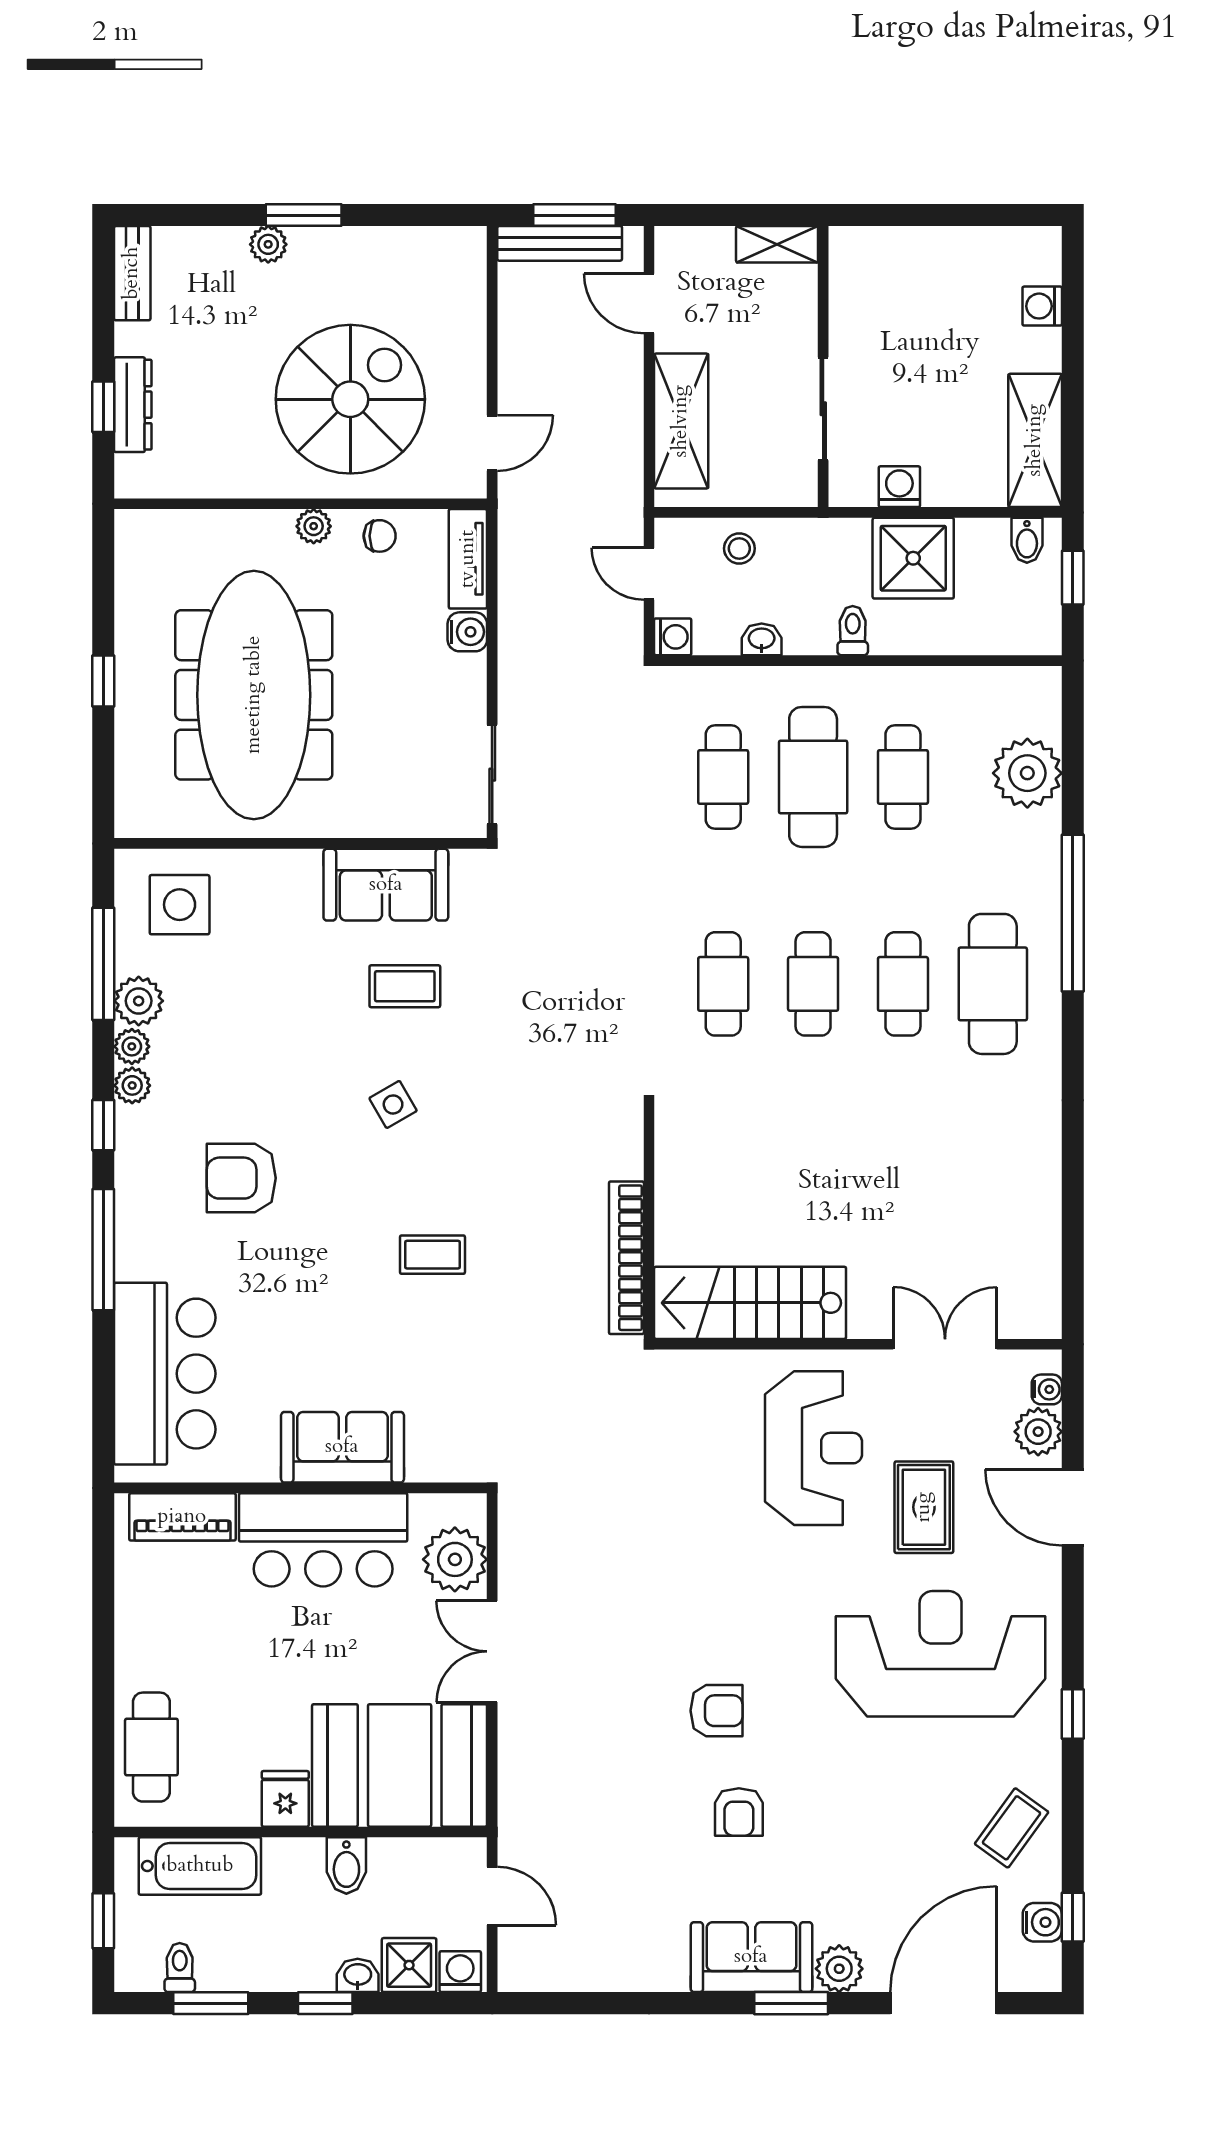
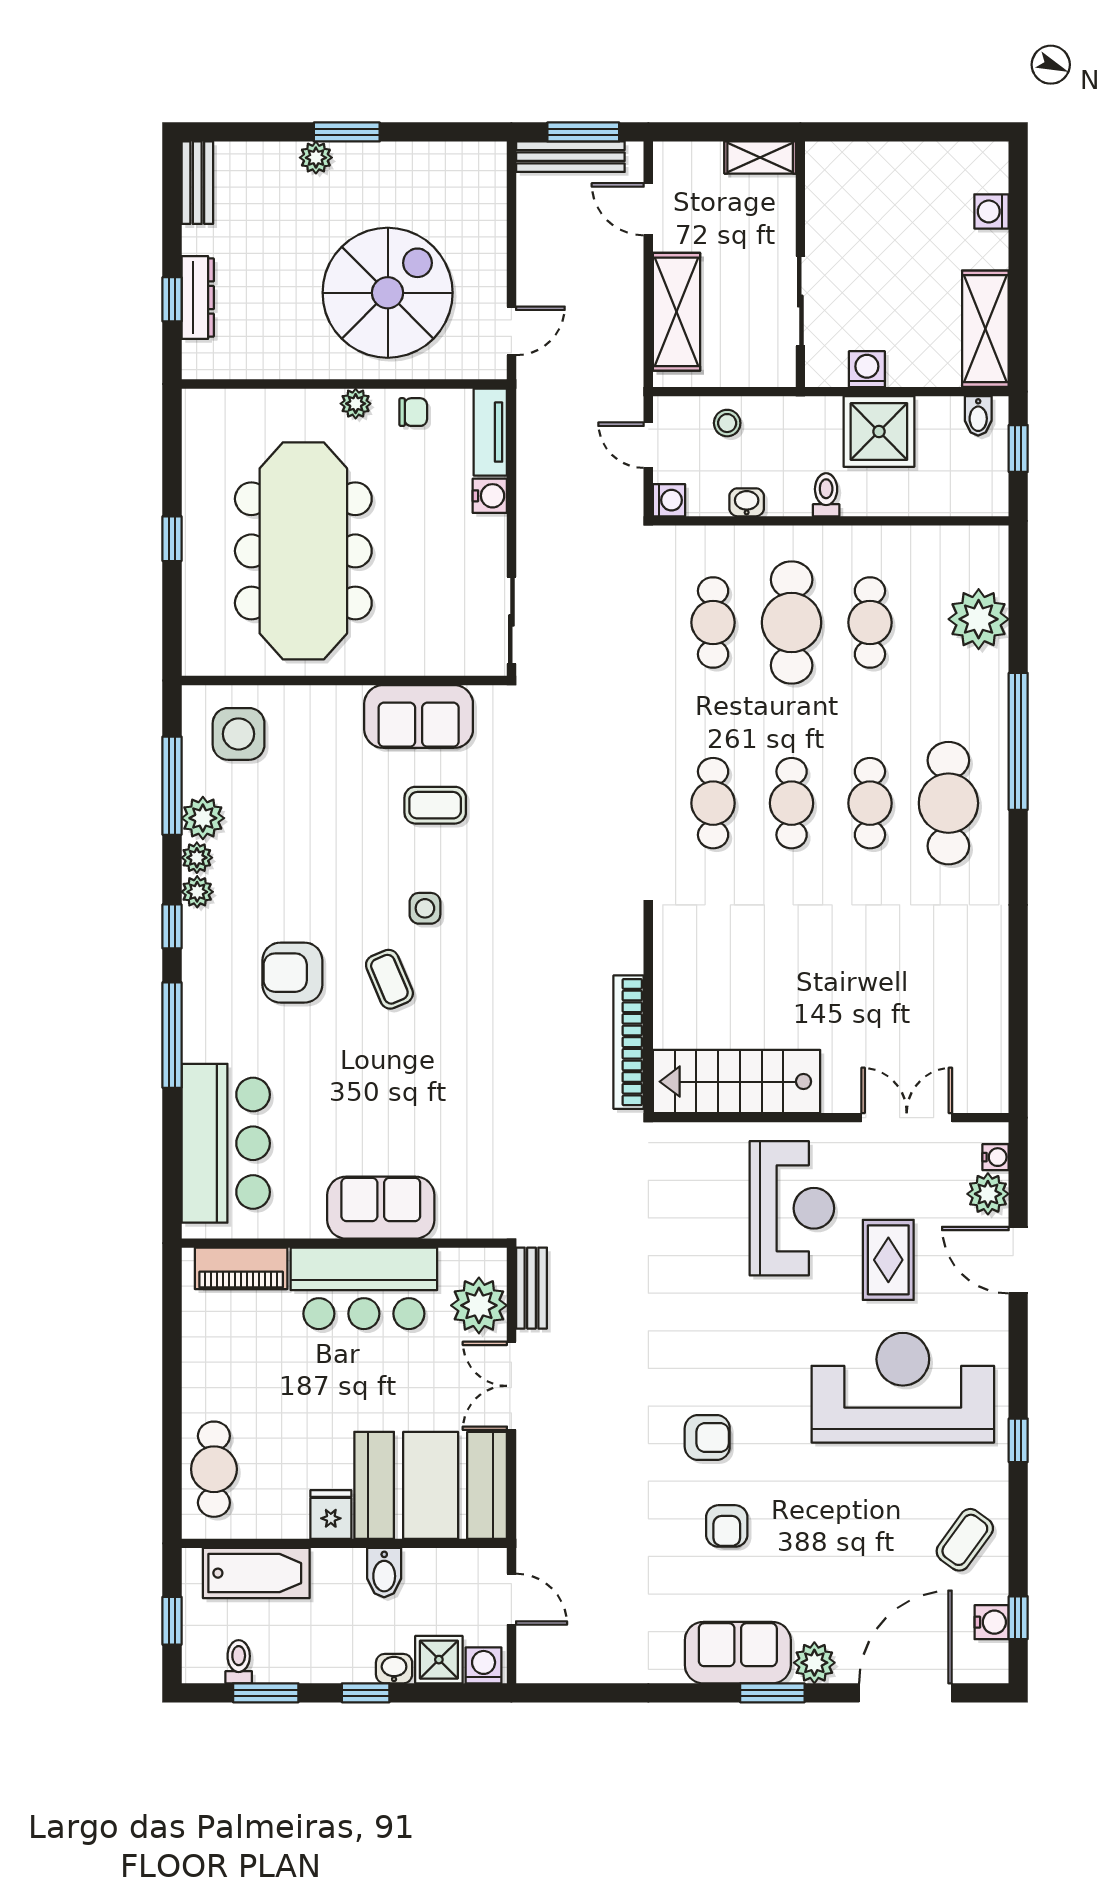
side table: (393, 1104) -> (425, 908), turned 30
coffee table: (432, 1255) -> (389, 979), moved, turned 67
bench: (515, 1539) -> (531, 1288), added

